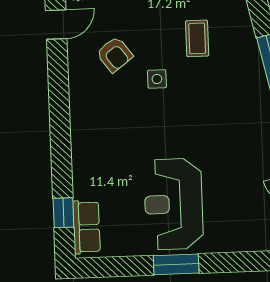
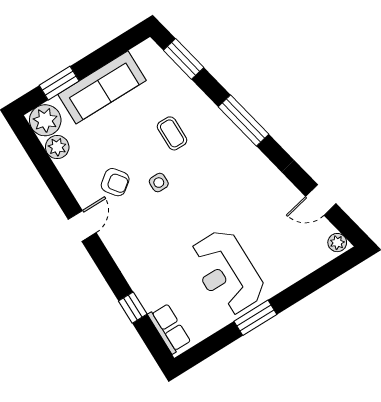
door: (56, 24) -> (82, 226), moved
window: (63, 213) -> (133, 308), moved

